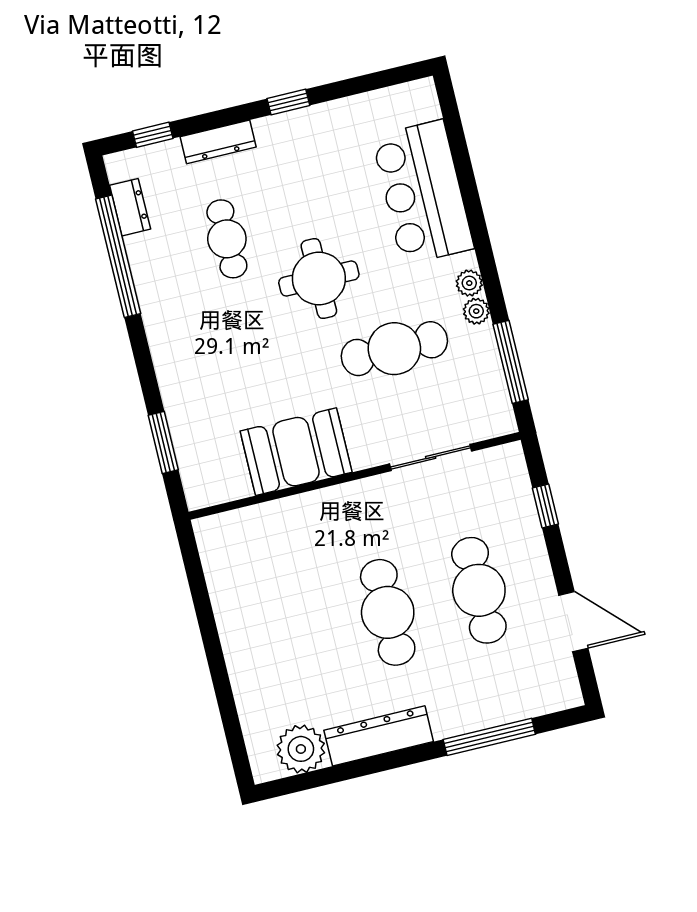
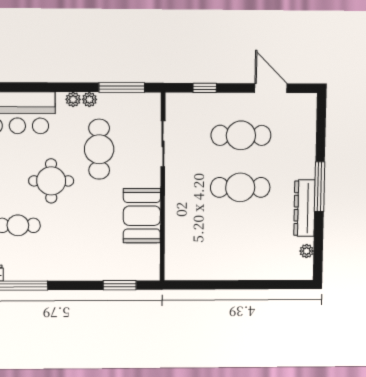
door: (573, 622) -> (271, 88), hinge flipped
window: (489, 737) -> (320, 187), moved
plant: (301, 749) -> (307, 251), width x0.53, depth x0.53

